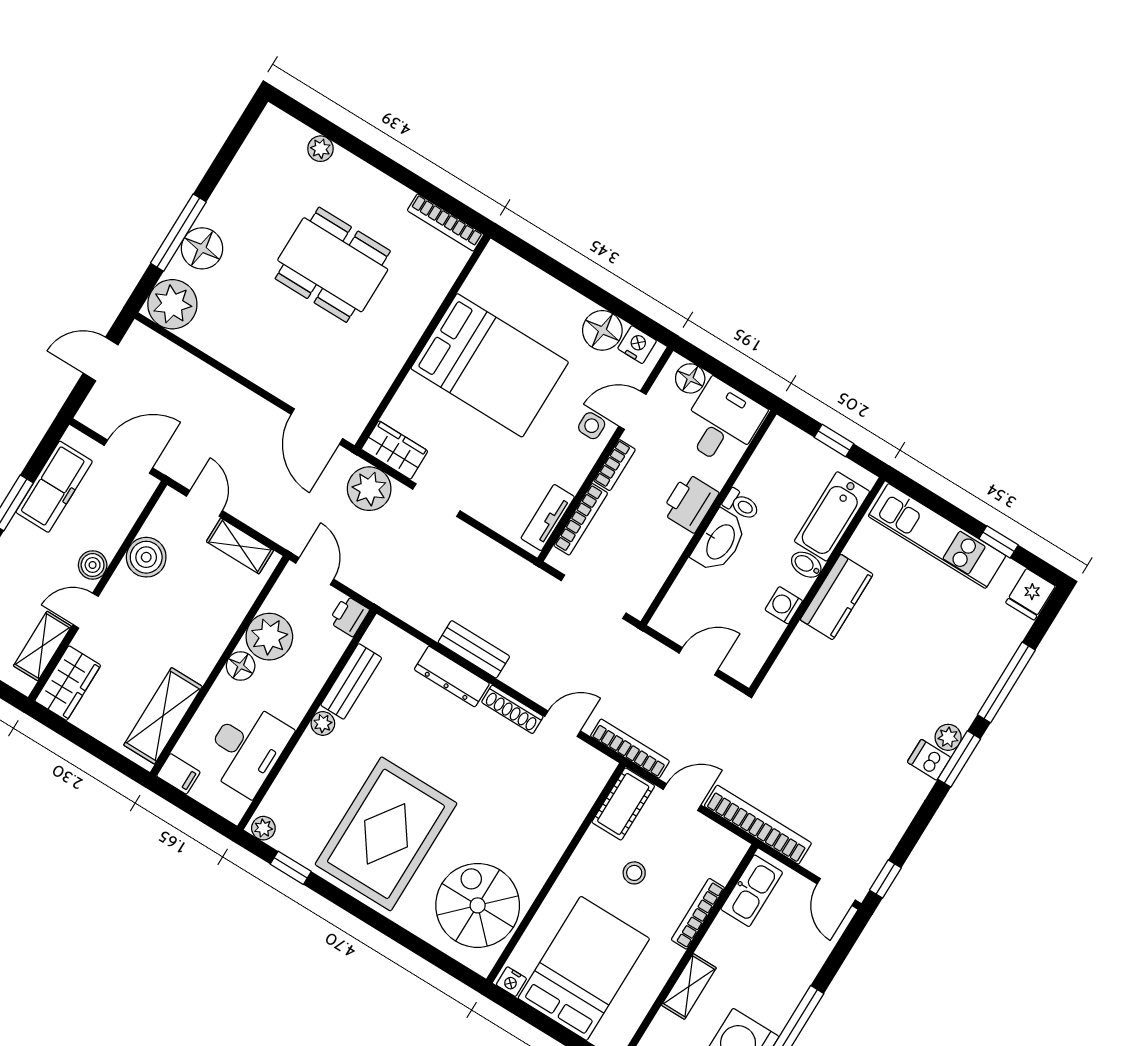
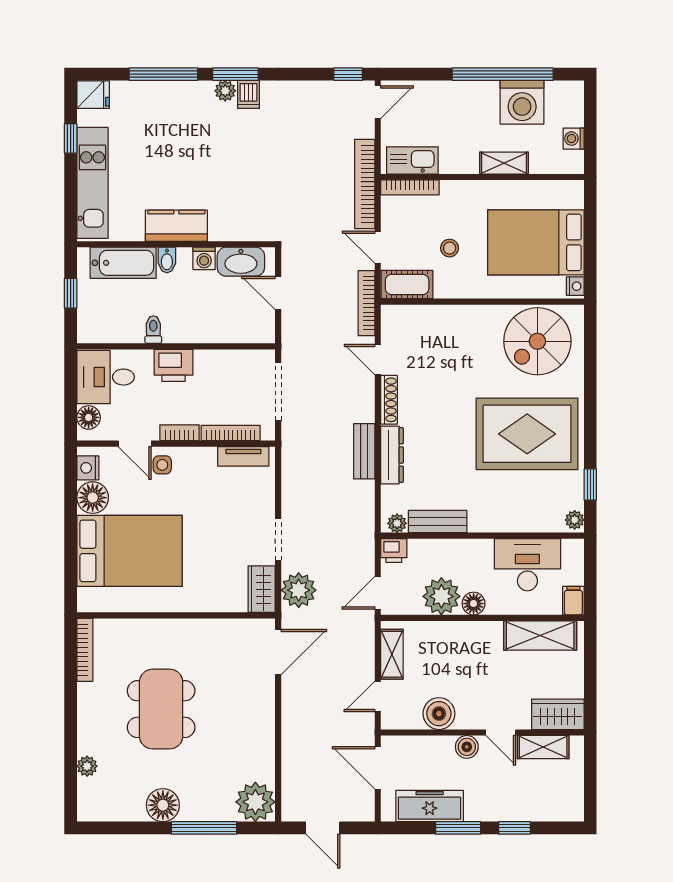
floor lamp: (202, 248) -> (163, 805), moved
bed: (490, 365) -> (130, 551), moved, turned 90
washbasin: (720, 541) -> (241, 262), moved, turned 180
plant: (323, 723) -> (397, 523), moved
bookcase: (698, 914) -> (410, 187), moved

